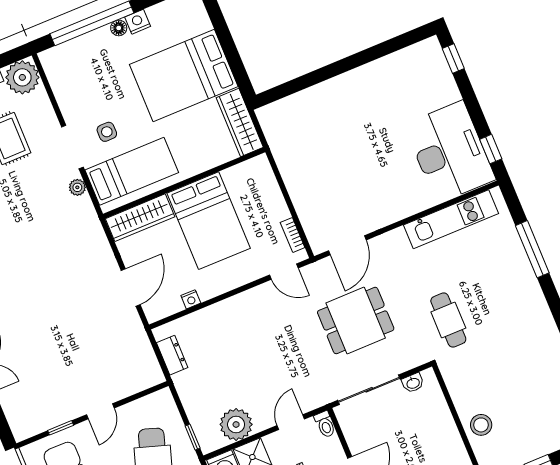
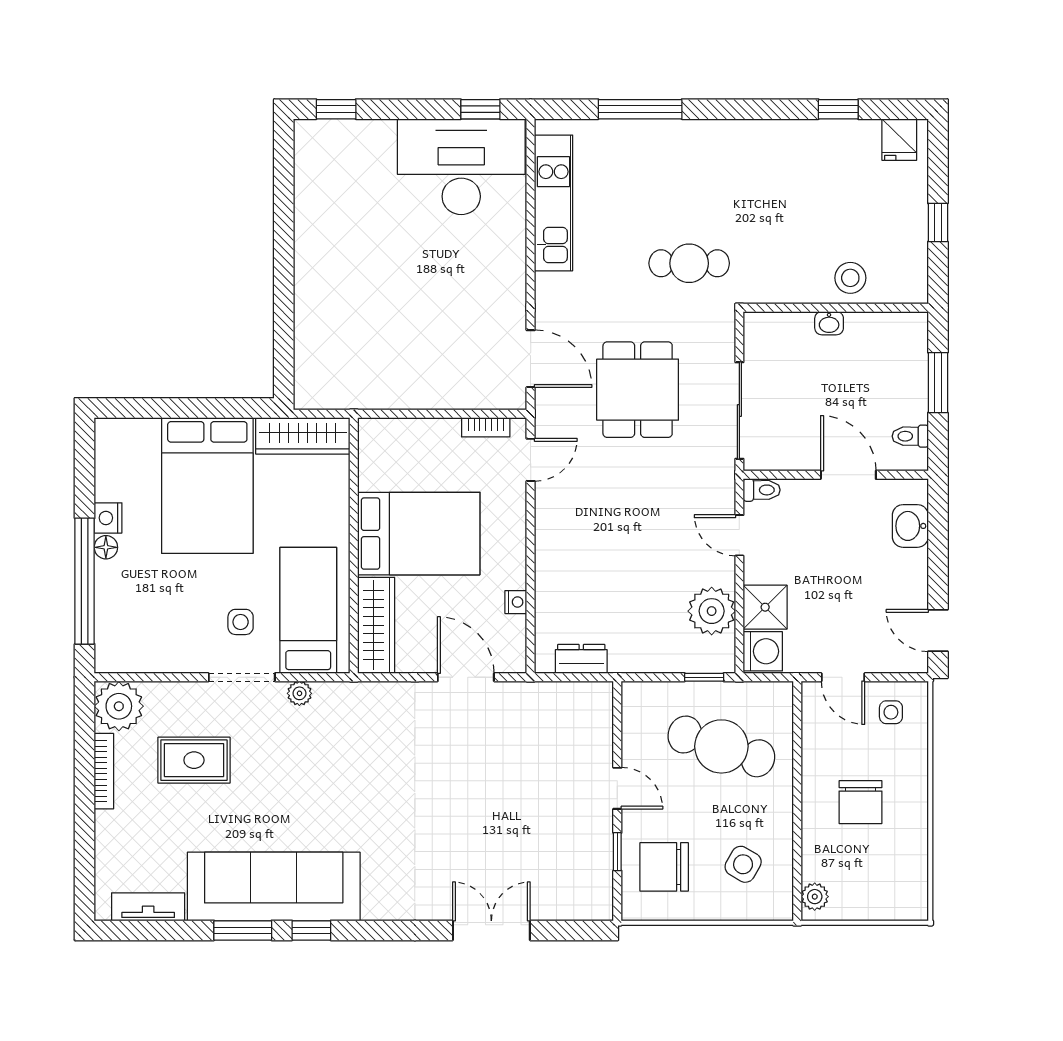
washbasin: (413, 383) -> (829, 323), moved, turned 90

